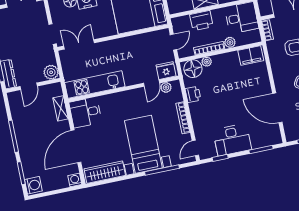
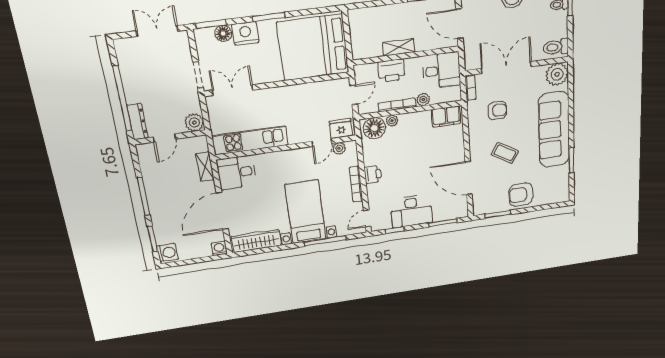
printer: (193, 94) -> (373, 175), moved

